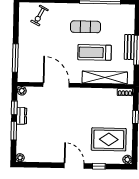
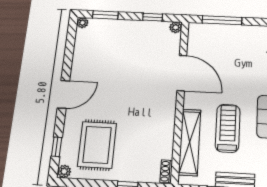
door: (56, 85) -> (182, 73), hinge flipped
dresser: (22, 116) -> (141, 26), removed
window: (14, 131) -> (105, 15), moved
window: (99, 166) -> (57, 147), moved

